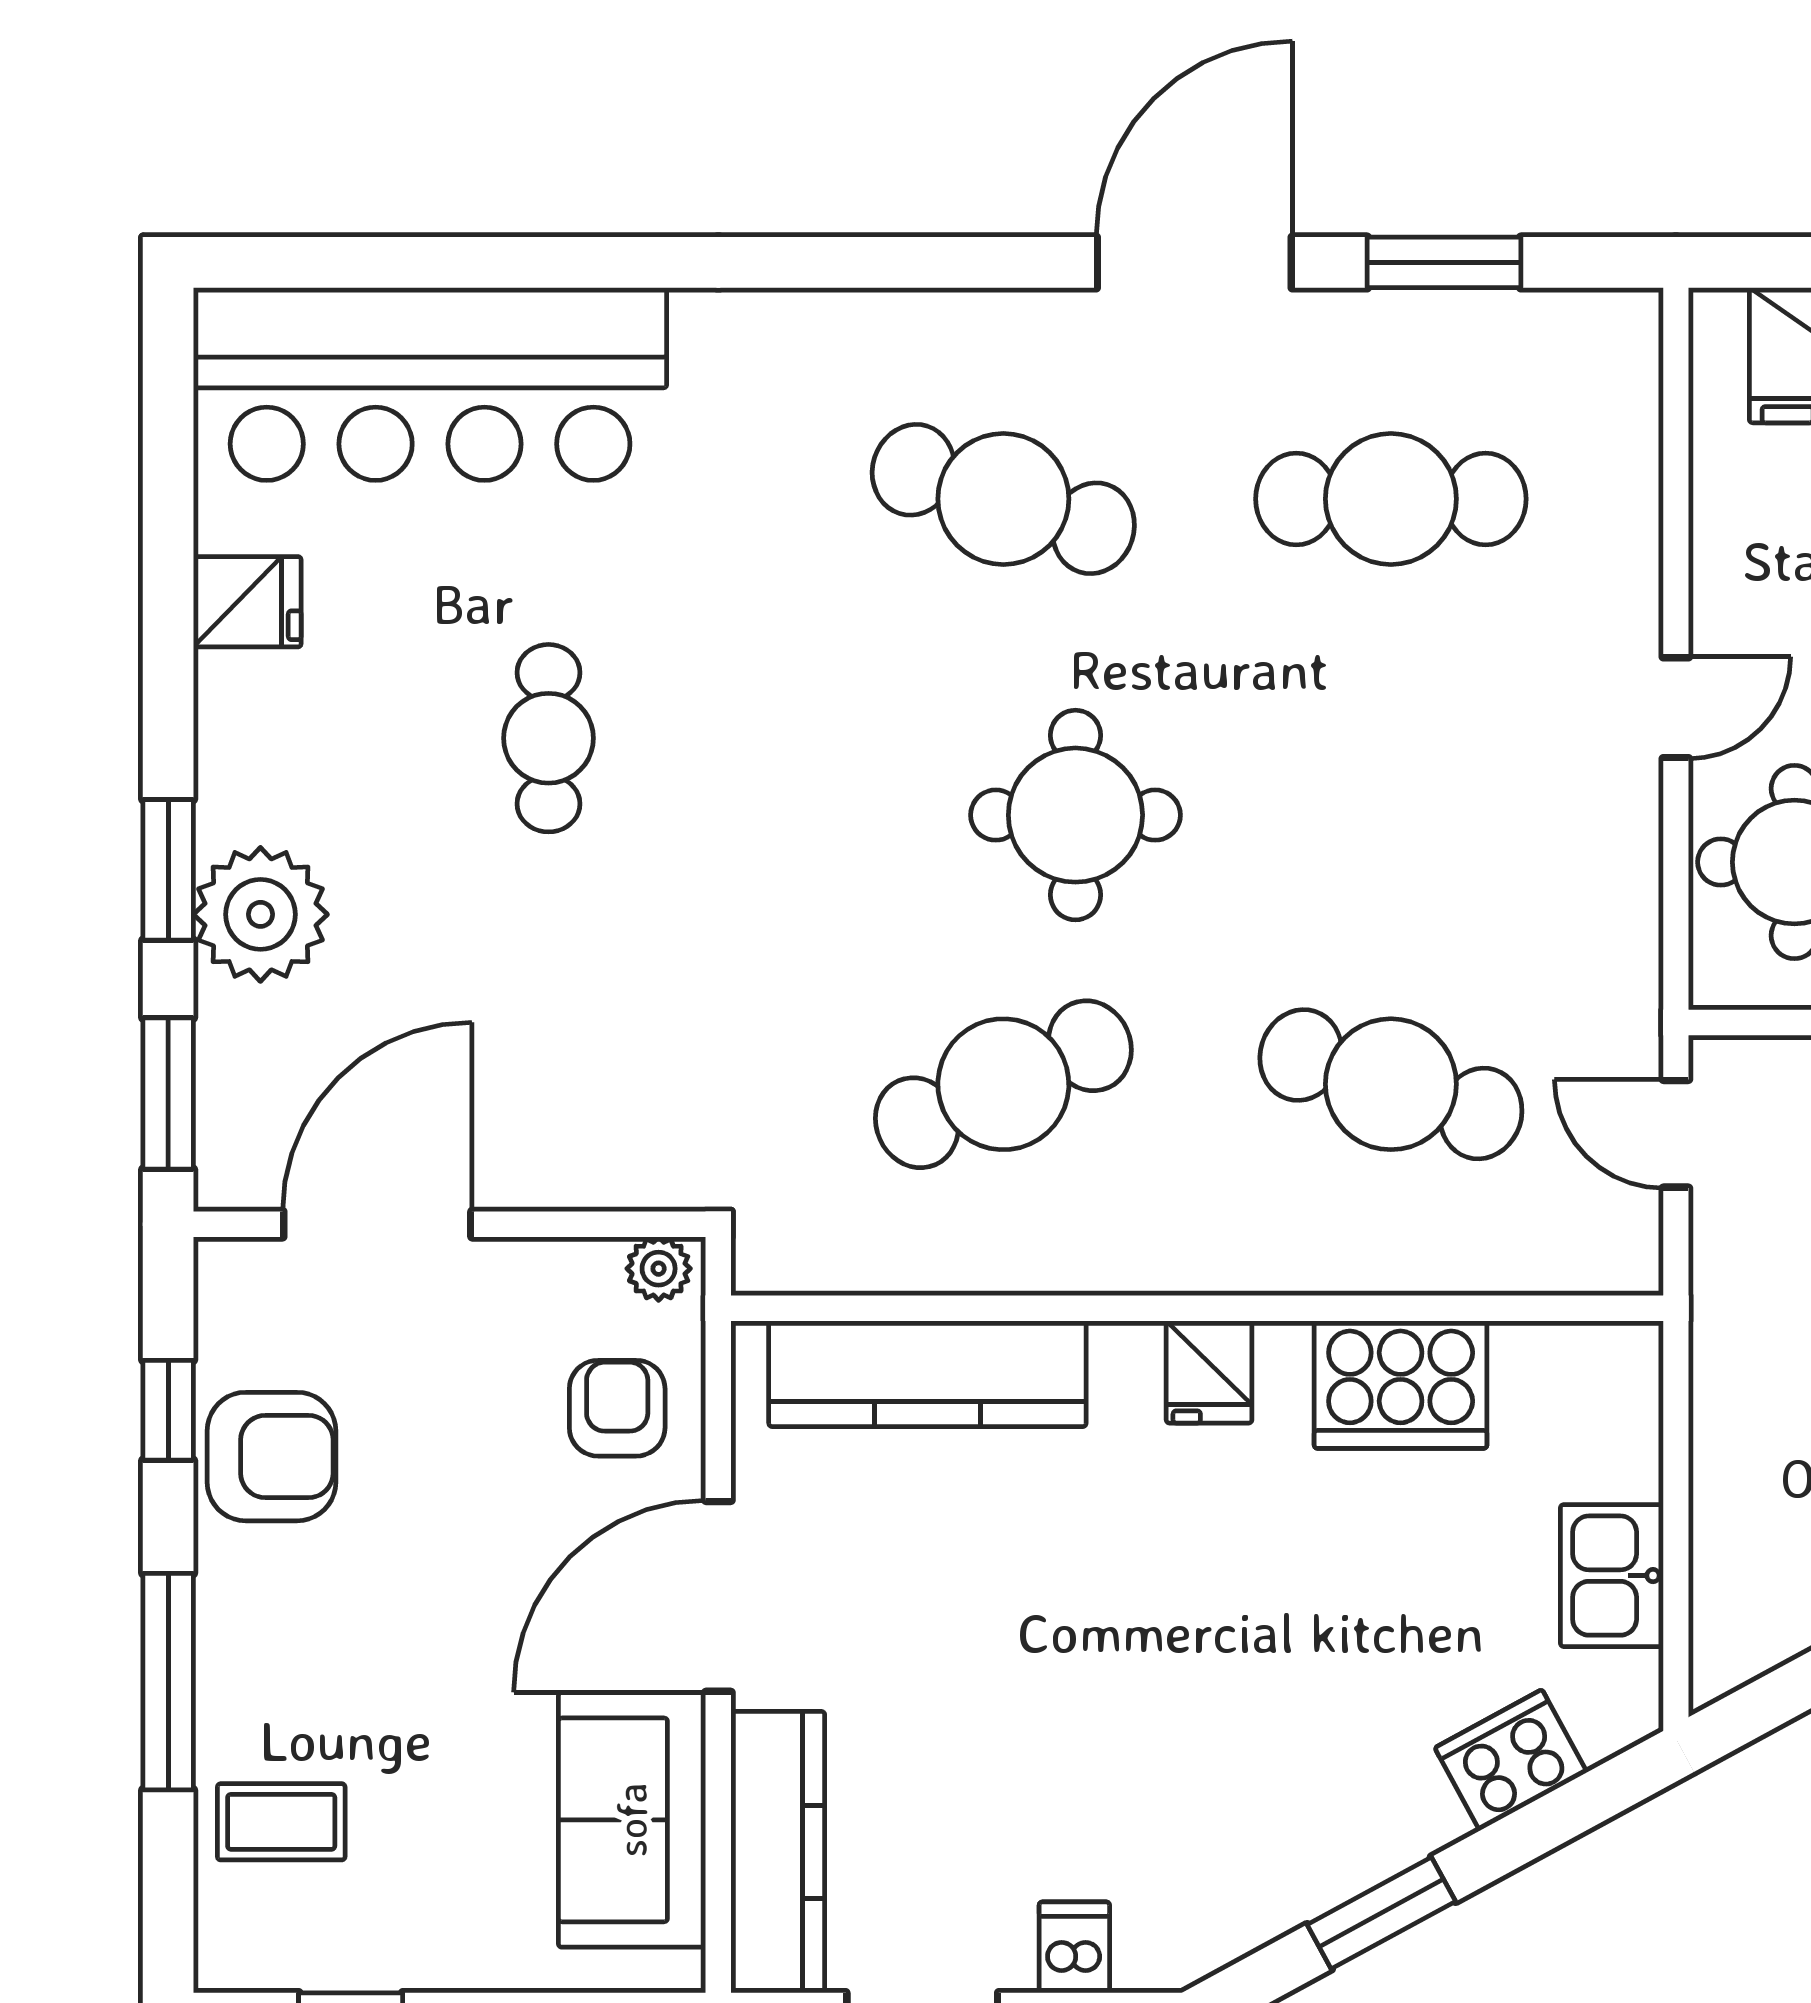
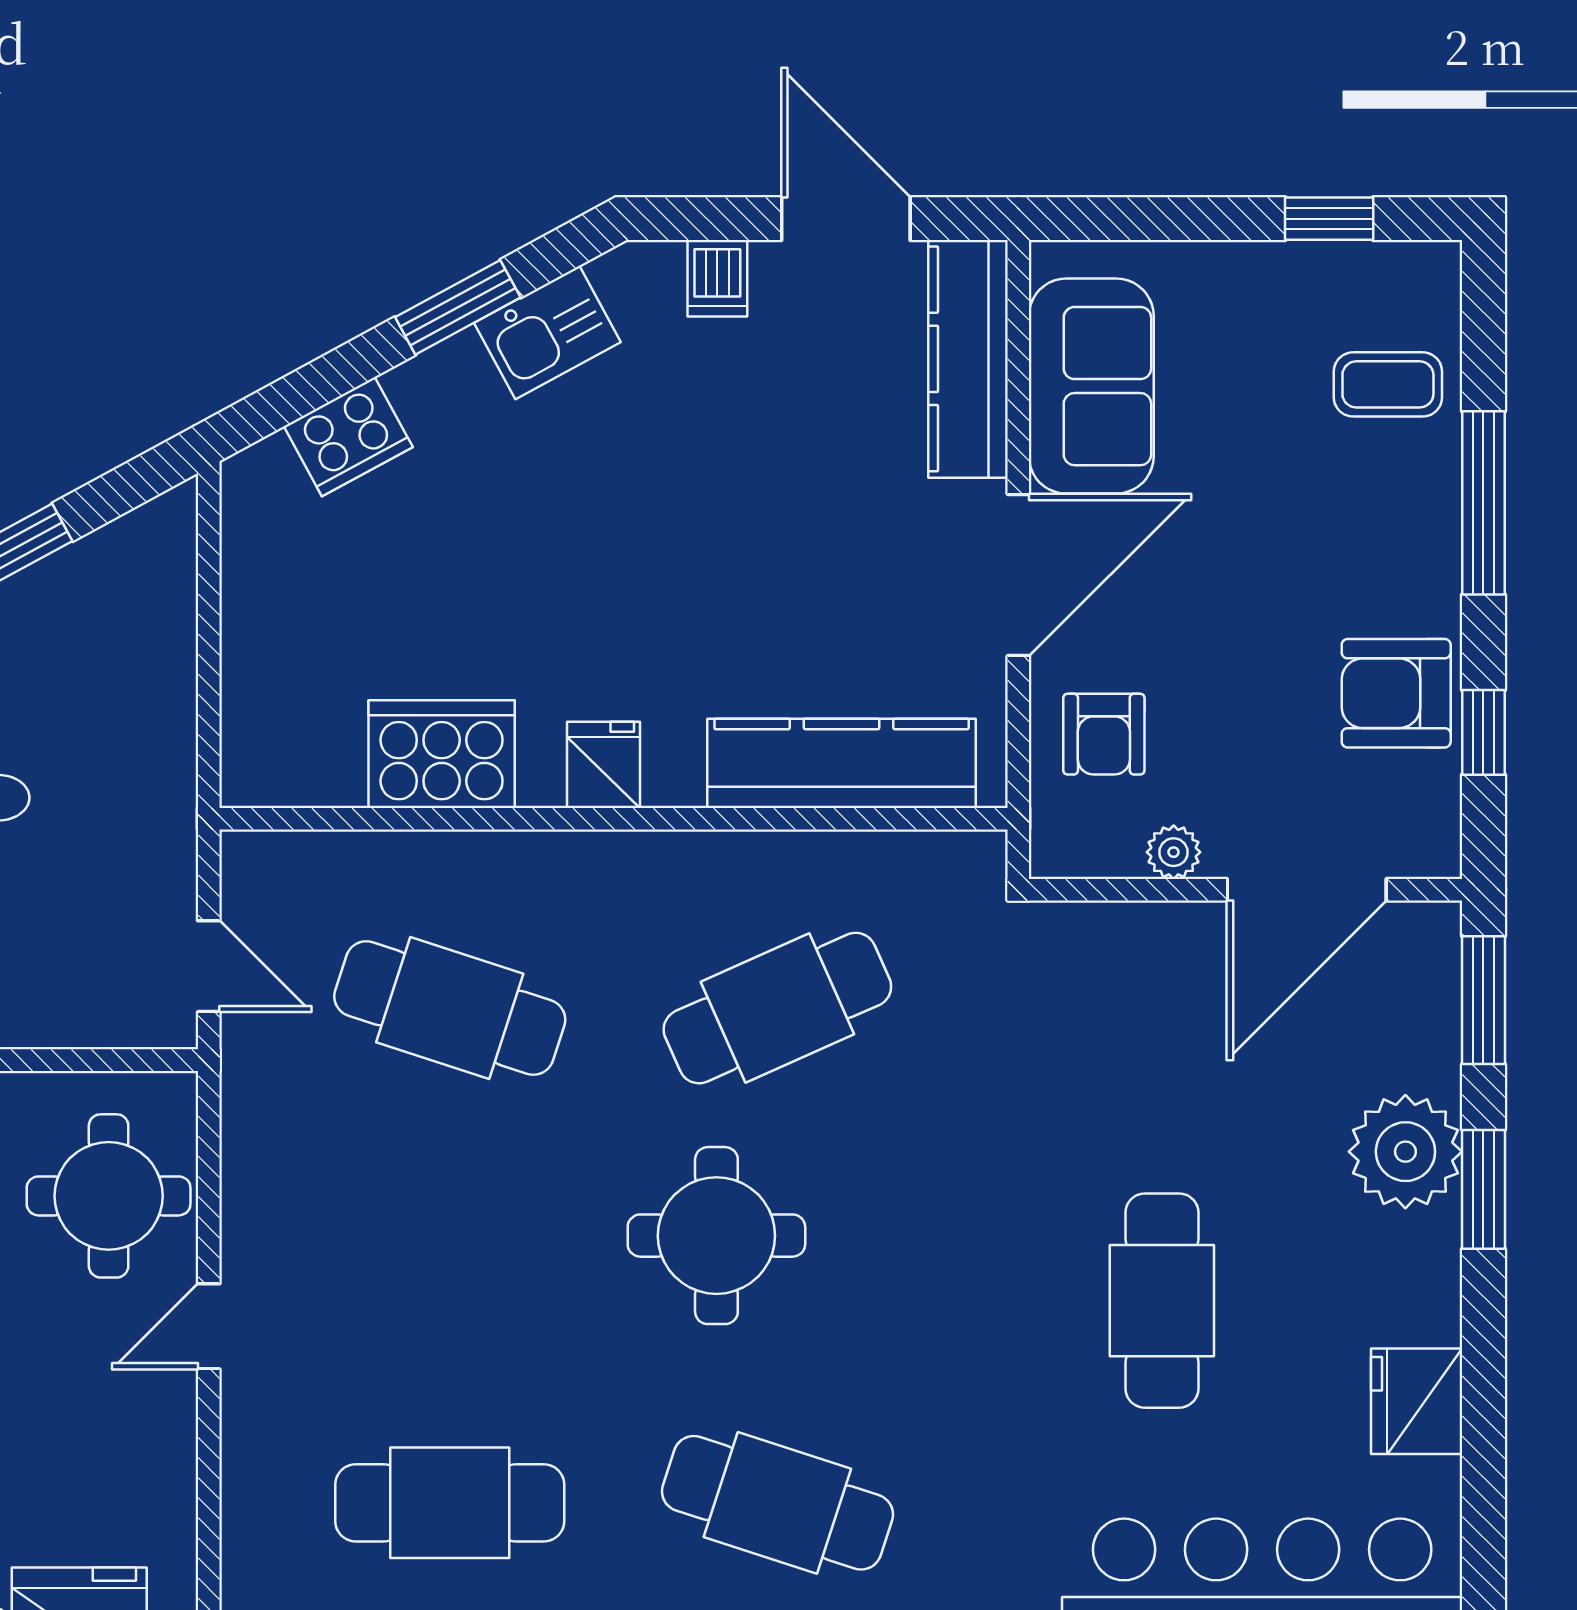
fridge: (247, 602) -> (1417, 1401), width x1.38
cafe table: (548, 738) -> (1162, 1301), width x1.37, depth x1.35
plant: (659, 1269) -> (1174, 852), moved
kitchen sink: (1612, 1576) -> (547, 332), moved, turned 61

